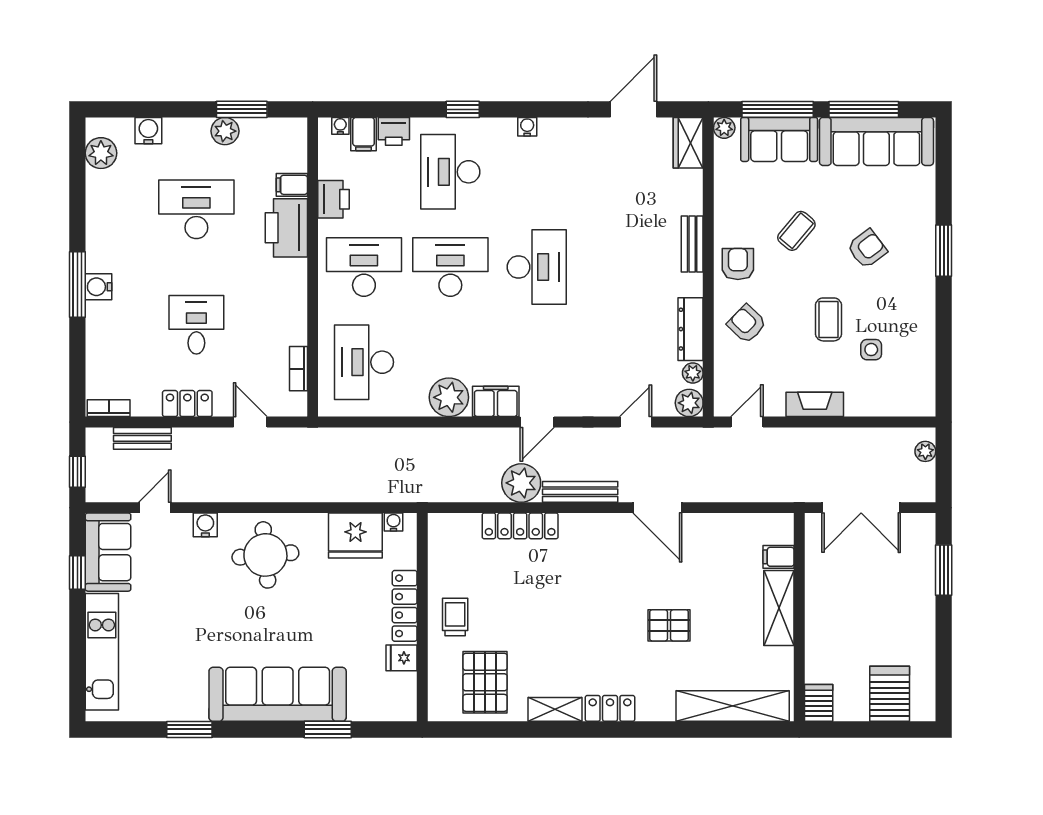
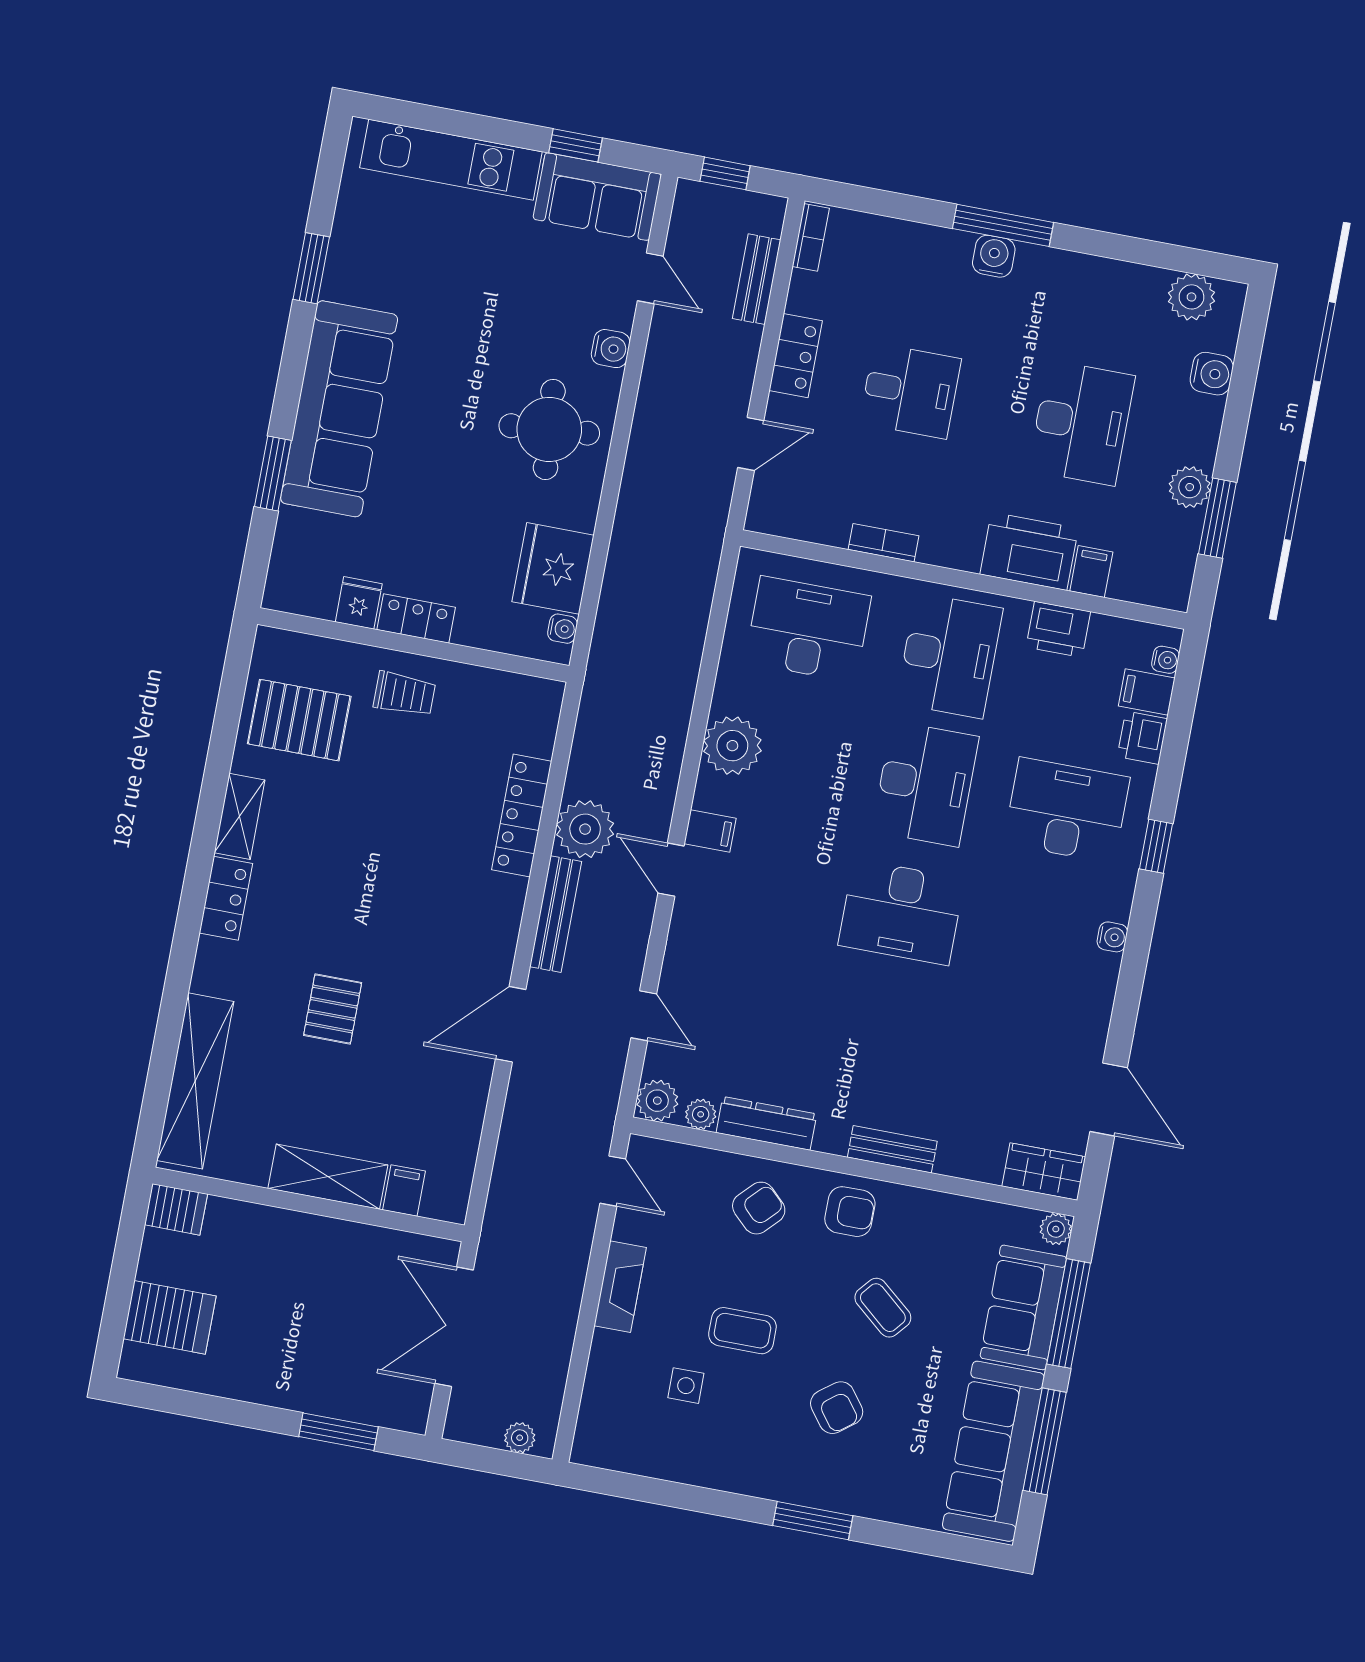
bookcase: (298, 369) -> (884, 543), moved
filing cabinet: (496, 401) -> (710, 831), width x0.50
locker: (405, 606) -> (416, 618), width x0.66

